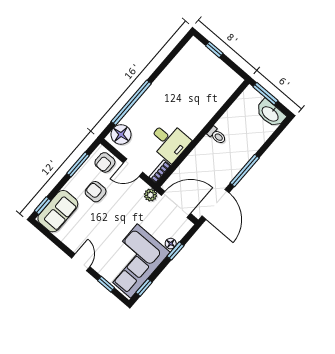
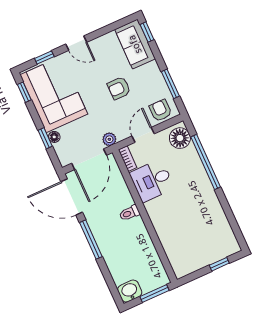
washbasin: (270, 114) -> (130, 291), width x0.72
toilet: (217, 136) -> (129, 213), moved
armchair: (96, 192) -> (119, 88), moved, turned 180

